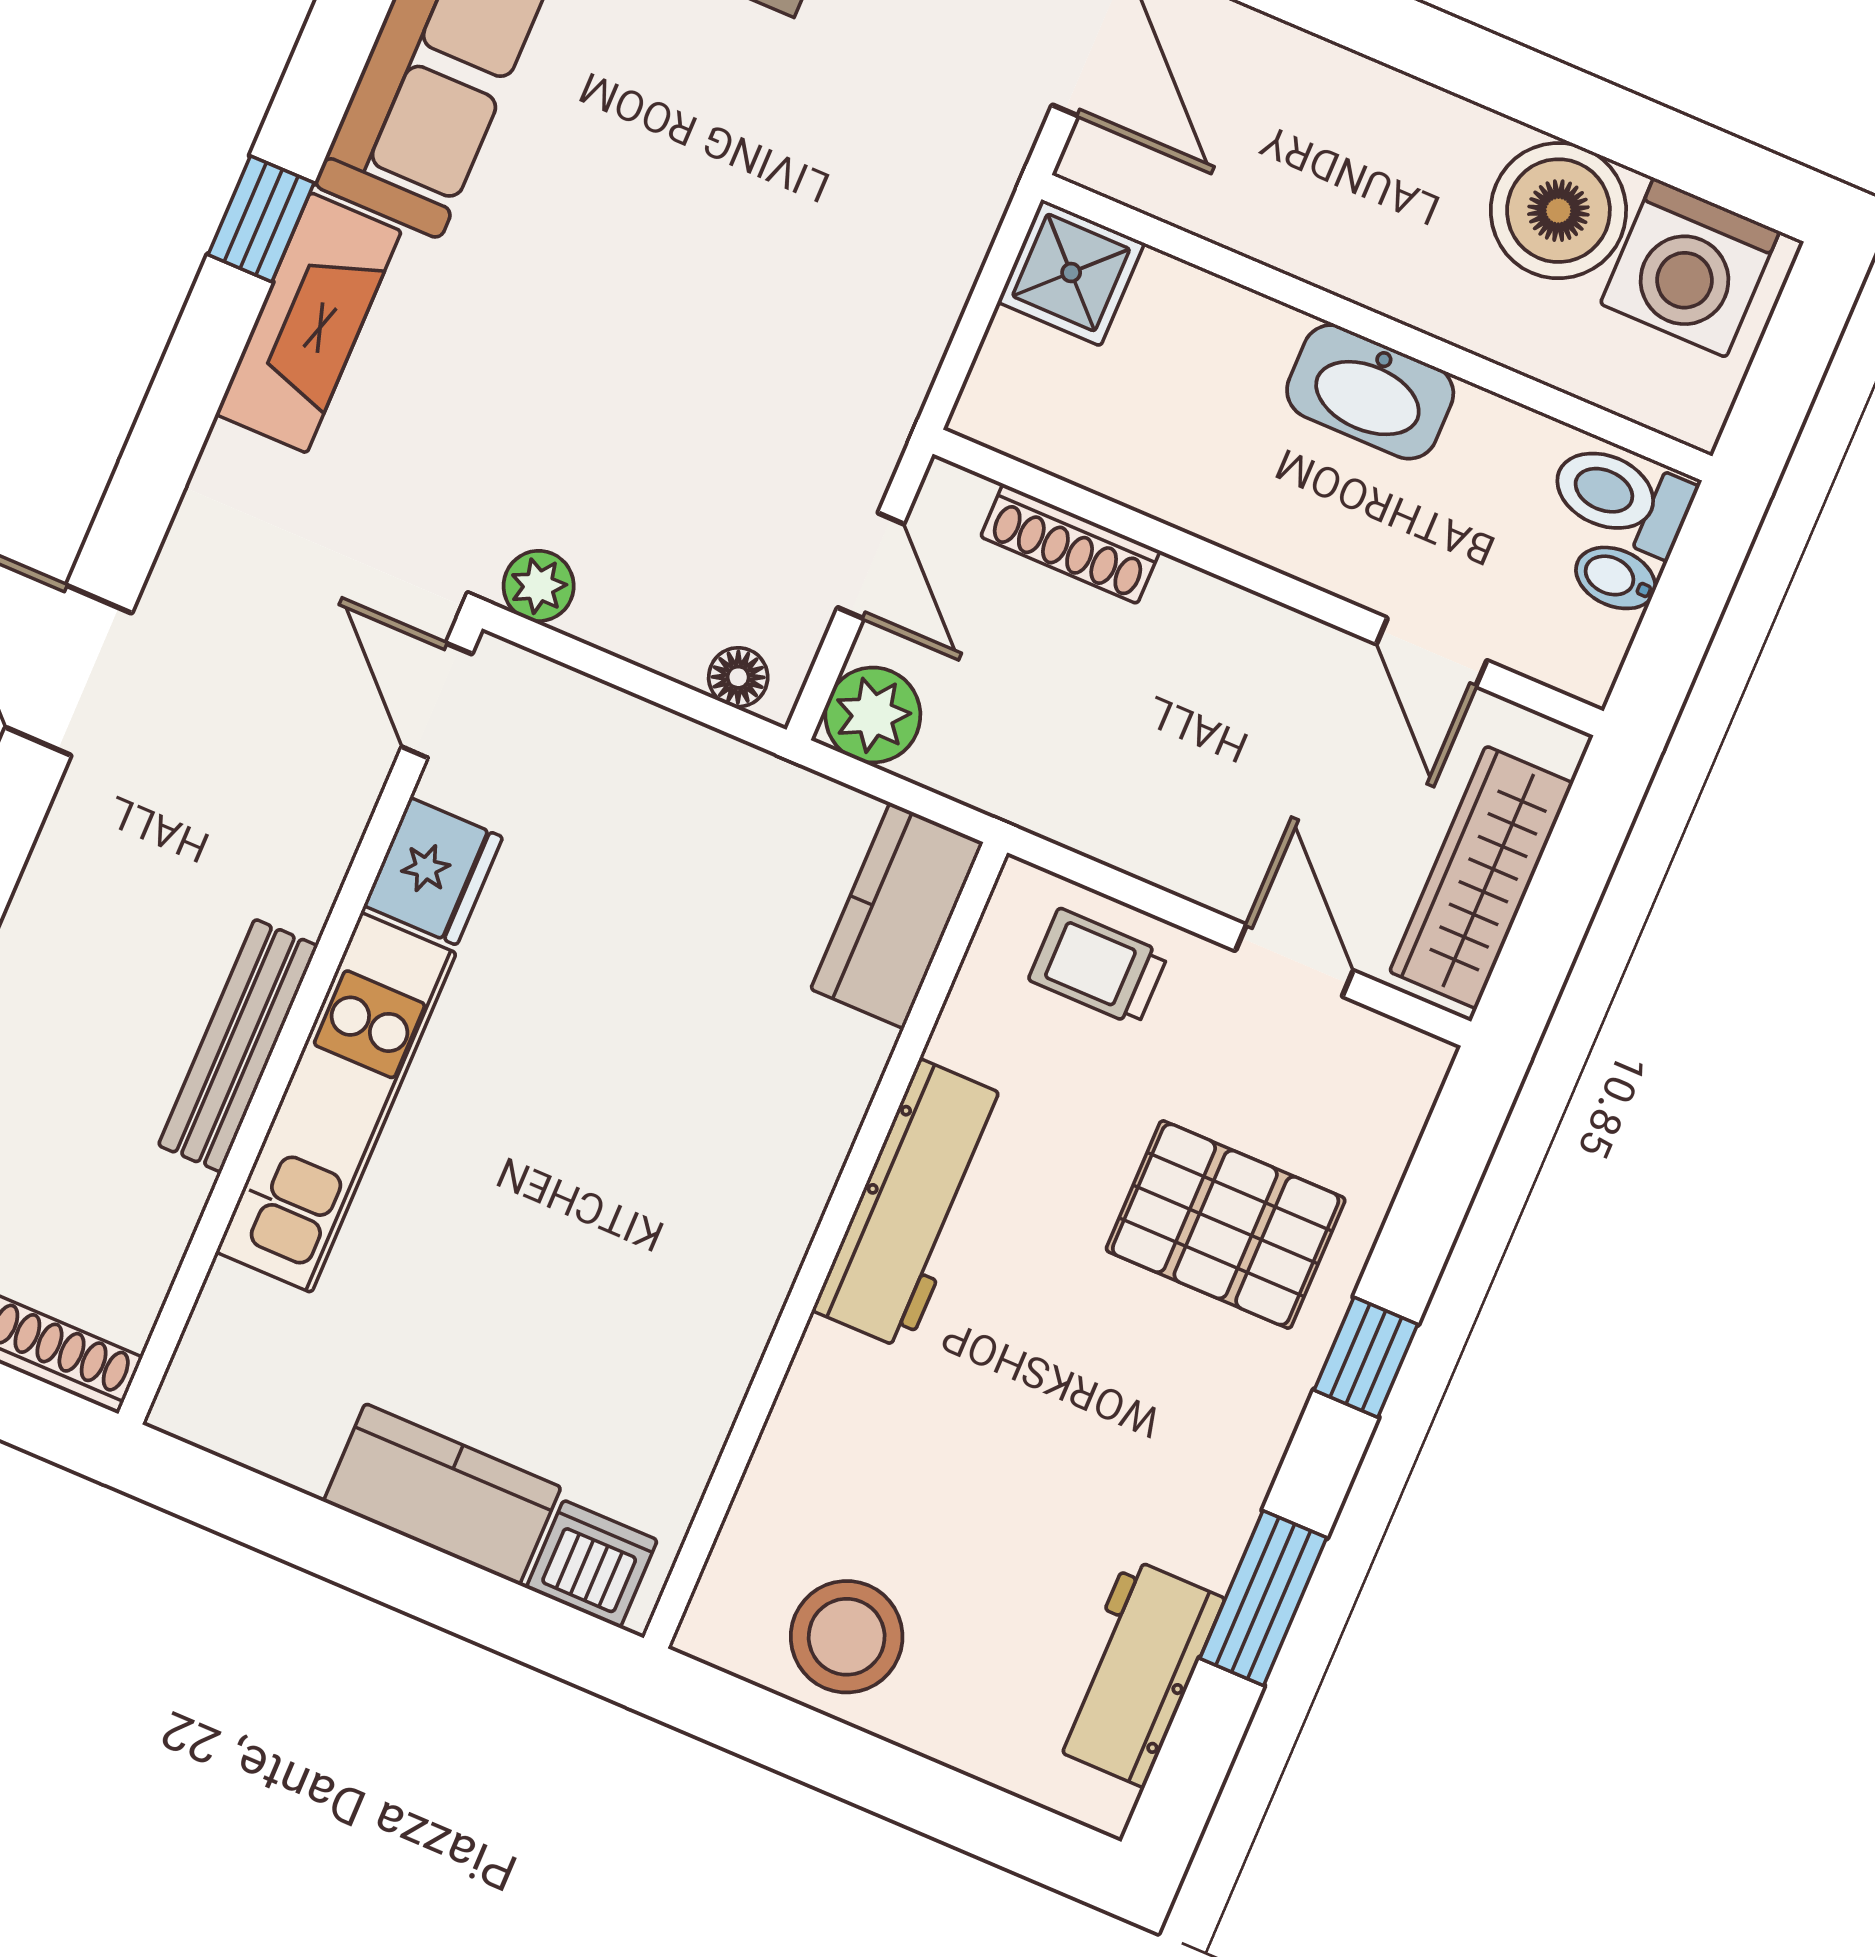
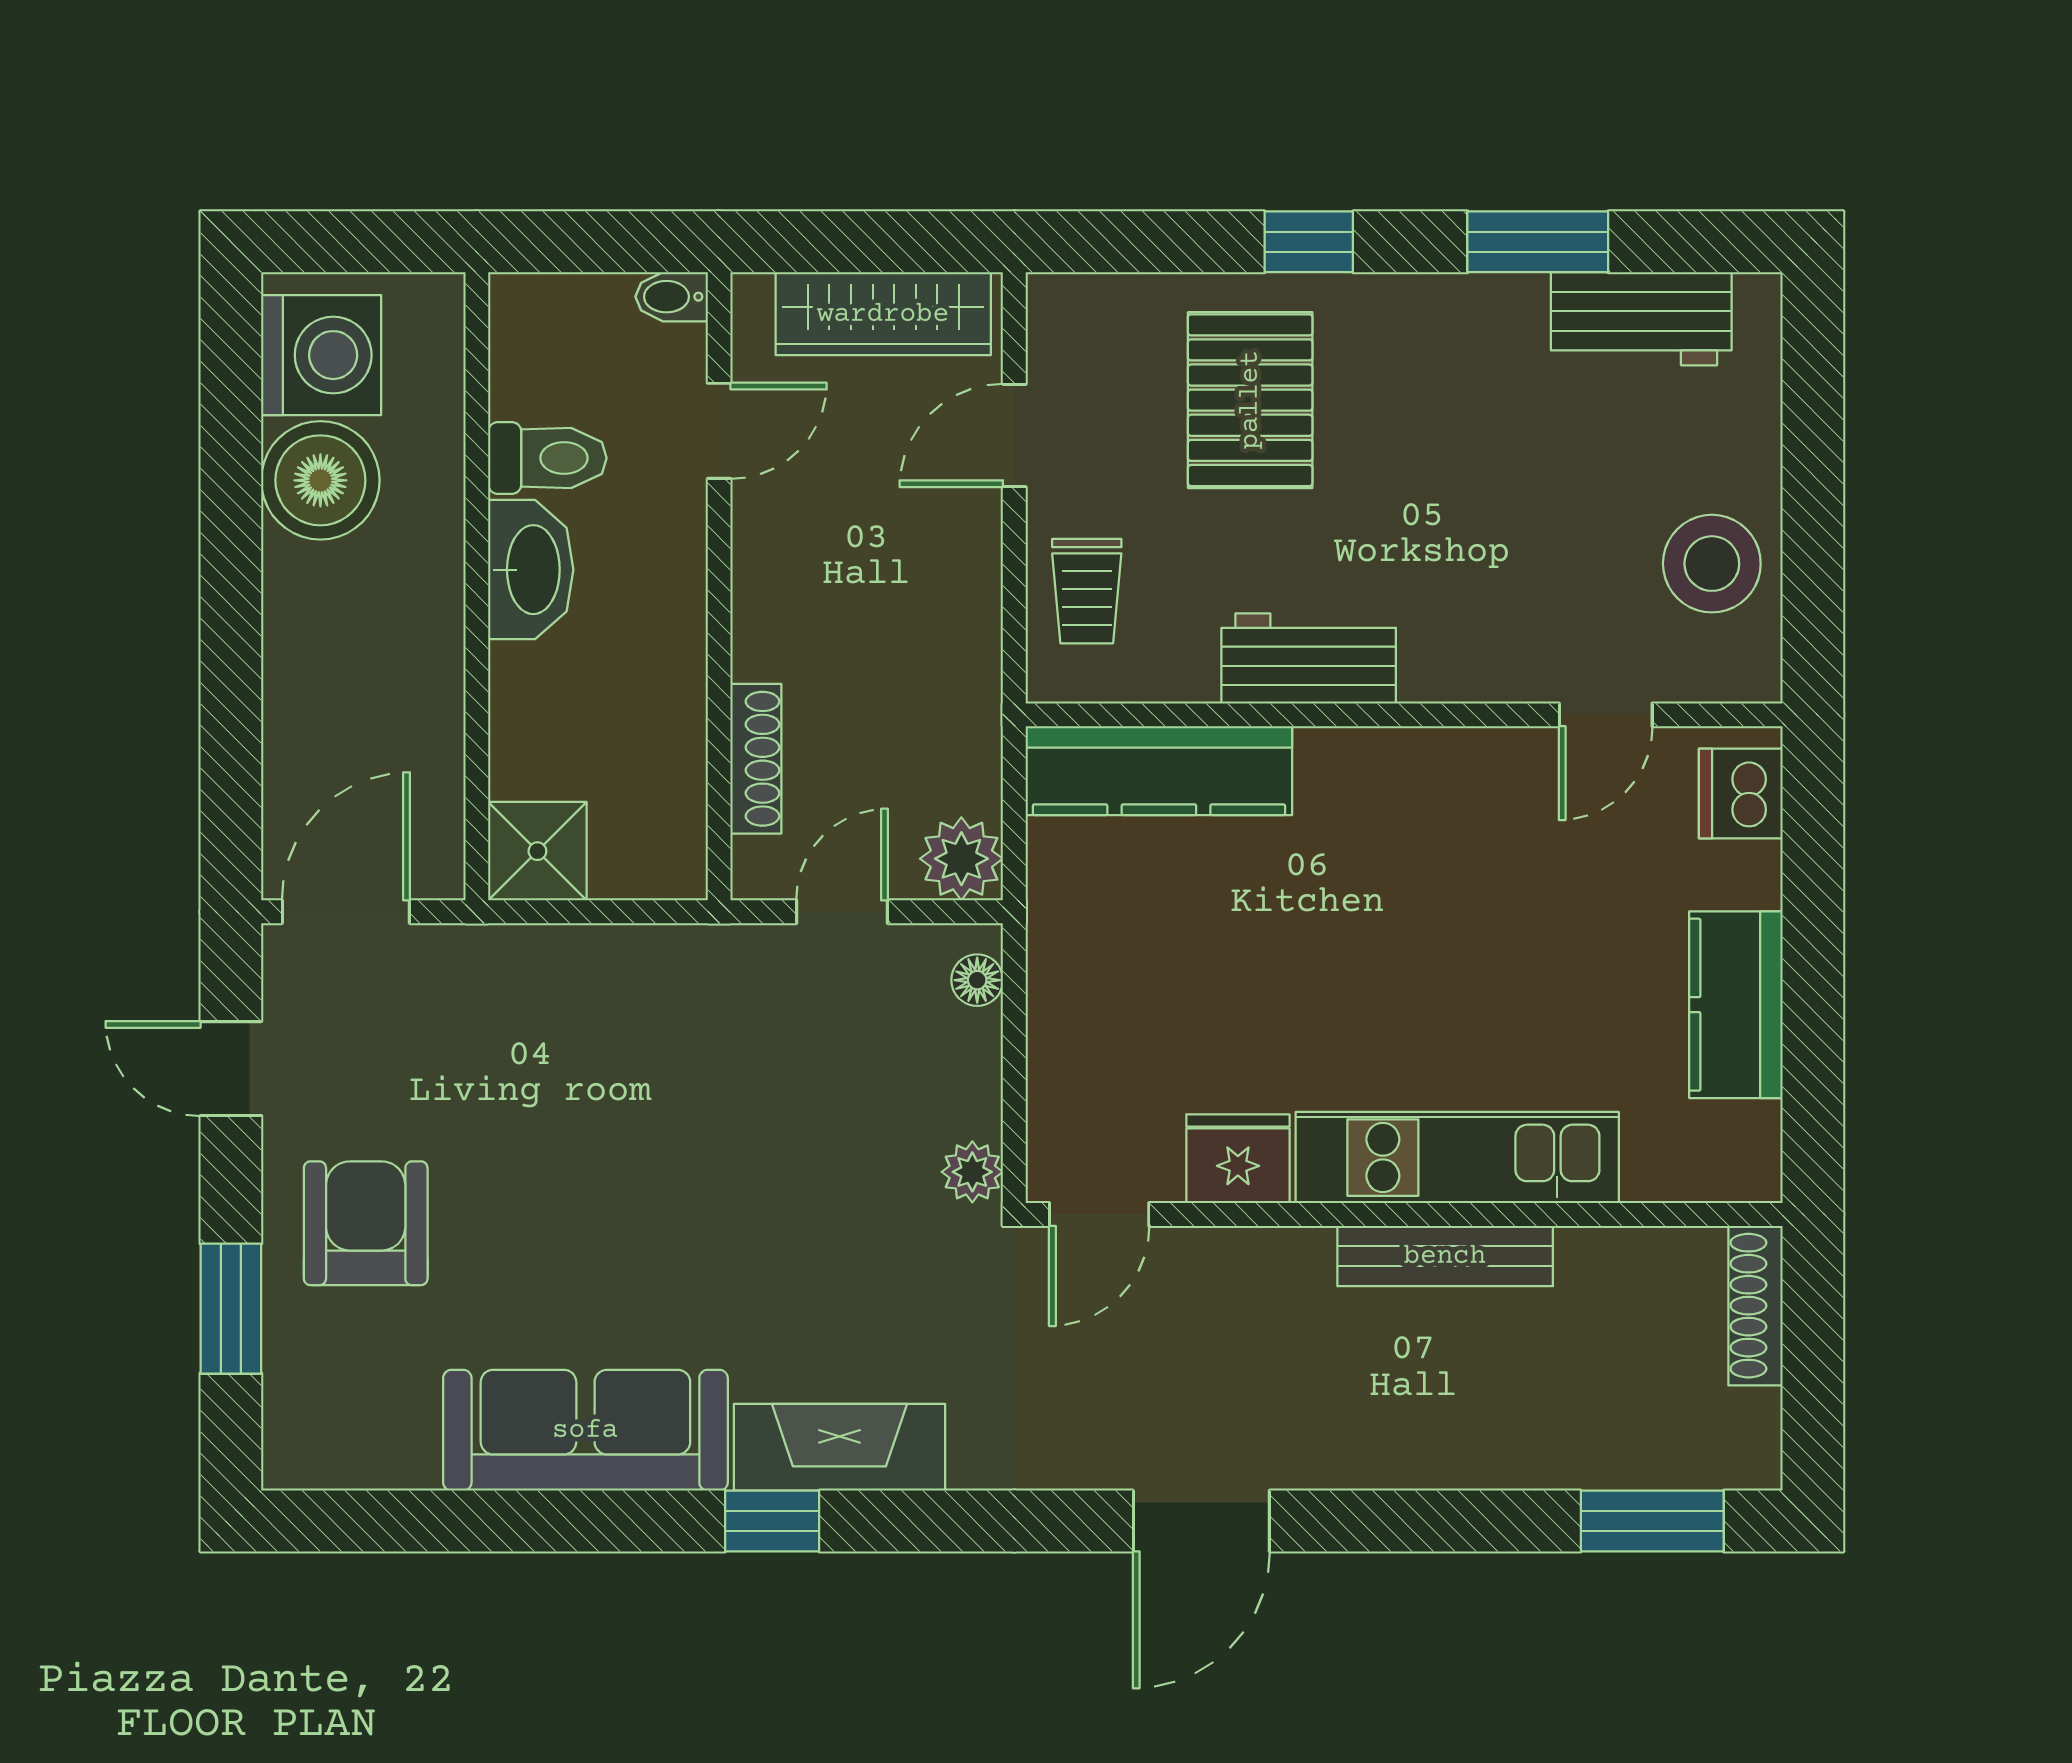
toilet: (1621, 498) -> (547, 458), moved, turned -90
bidet: (1616, 578) -> (672, 297), moved, turned 90
kitchen counter: (897, 916) -> (1159, 771), width x1.50
workbench: (913, 1205) -> (1309, 658), width x0.73
door: (735, 1457) -> (1606, 715), added
kitchen counter: (442, 1494) -> (1736, 1005), moved

